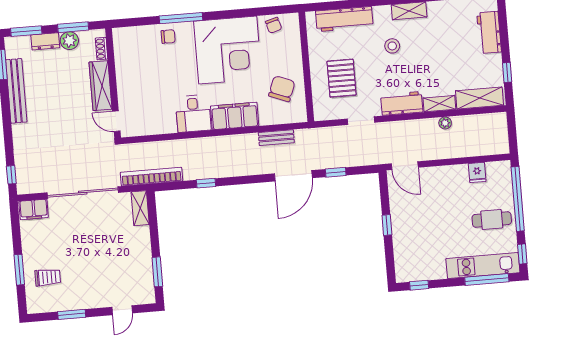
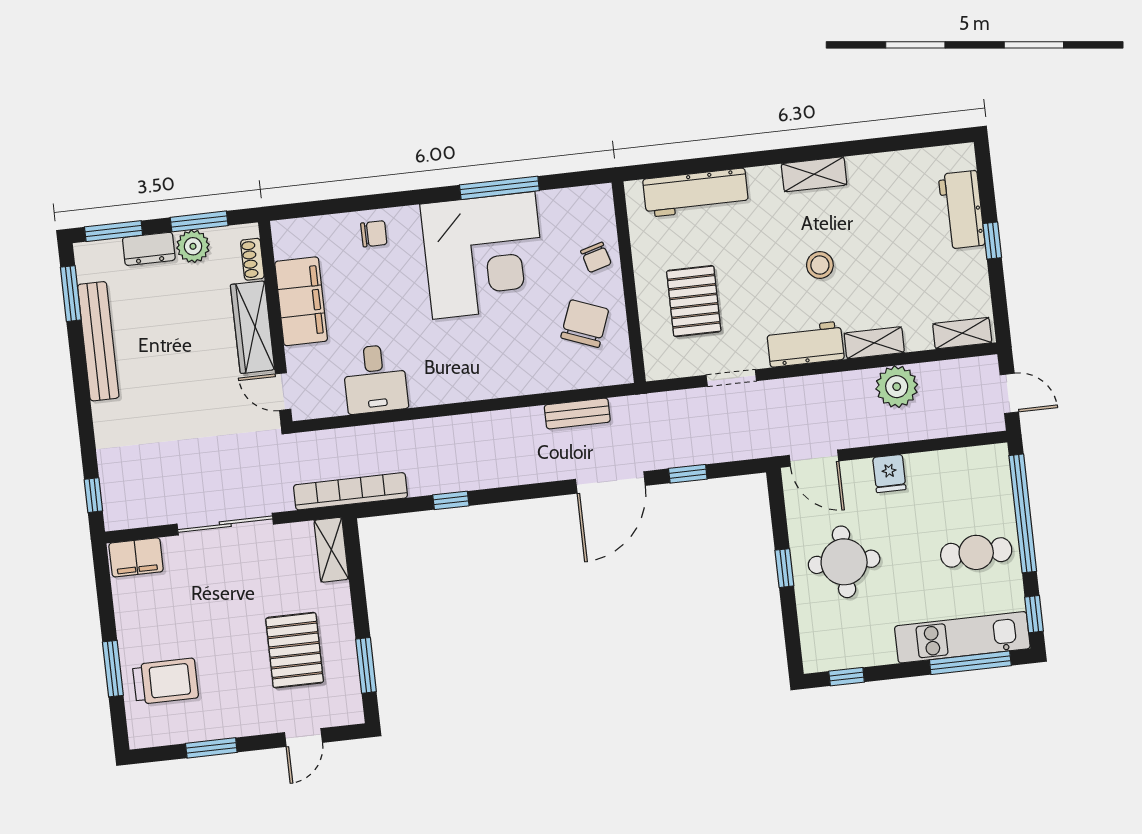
window: (181, 18) -> (499, 188), moved
chair: (274, 25) -> (596, 257), moved
stool: (392, 46) -> (820, 265), moved
window: (507, 72) -> (992, 241), moved
shelving: (479, 98) -> (962, 333), width x0.67, depth x0.75
desk: (193, 113) -> (375, 379), moved
filing cabinet: (235, 116) -> (301, 301), moved, turned 90
plant: (445, 123) -> (897, 387), width x1.88, depth x1.88
door: (512, 133) -> (1009, 393), added
fridge: (477, 172) -> (889, 474), moved
sliding door: (83, 193) -> (225, 524), width x0.73
round table: (420, 223) -> (844, 562), added
pallet: (119, 262) -> (295, 650), added
trolley: (48, 277) -> (165, 681), width x1.36, depth x1.39

